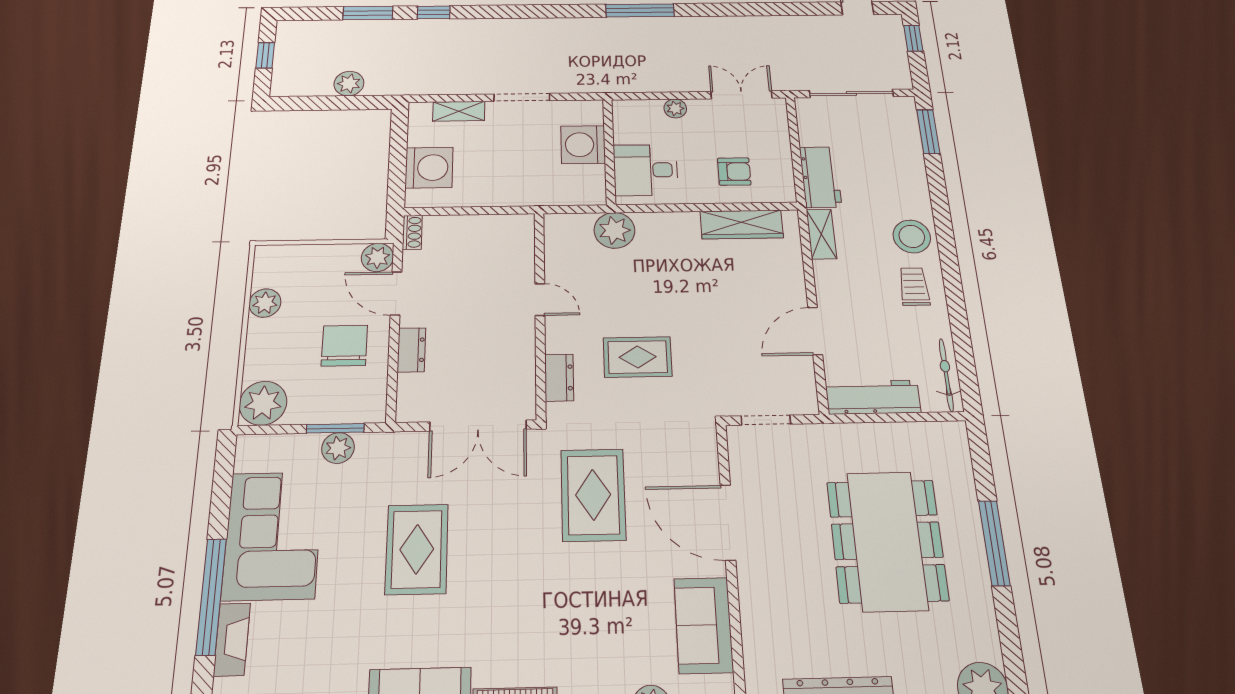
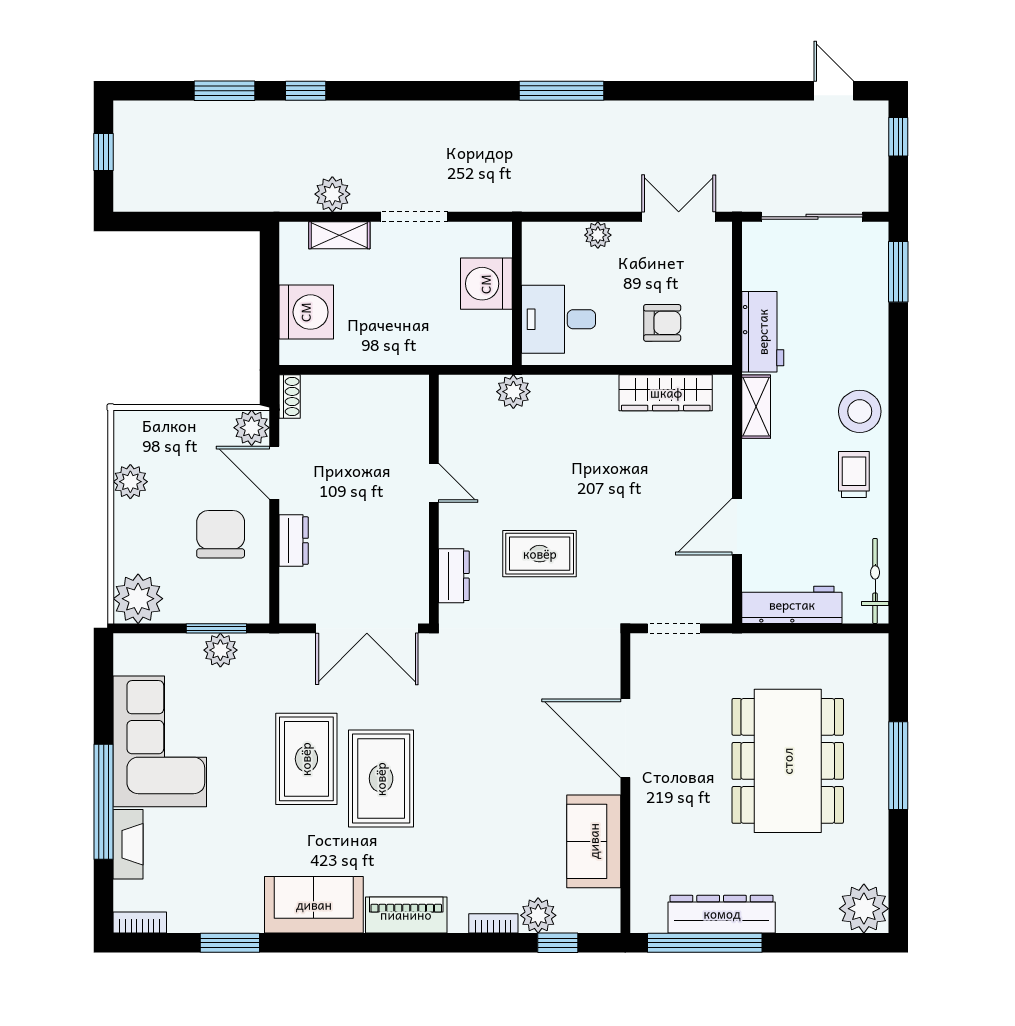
plant: (349, 84) -> (332, 194), moved
plant: (614, 230) -> (513, 392), width x0.73, depth x0.73
rug: (593, 495) -> (381, 779), moved

